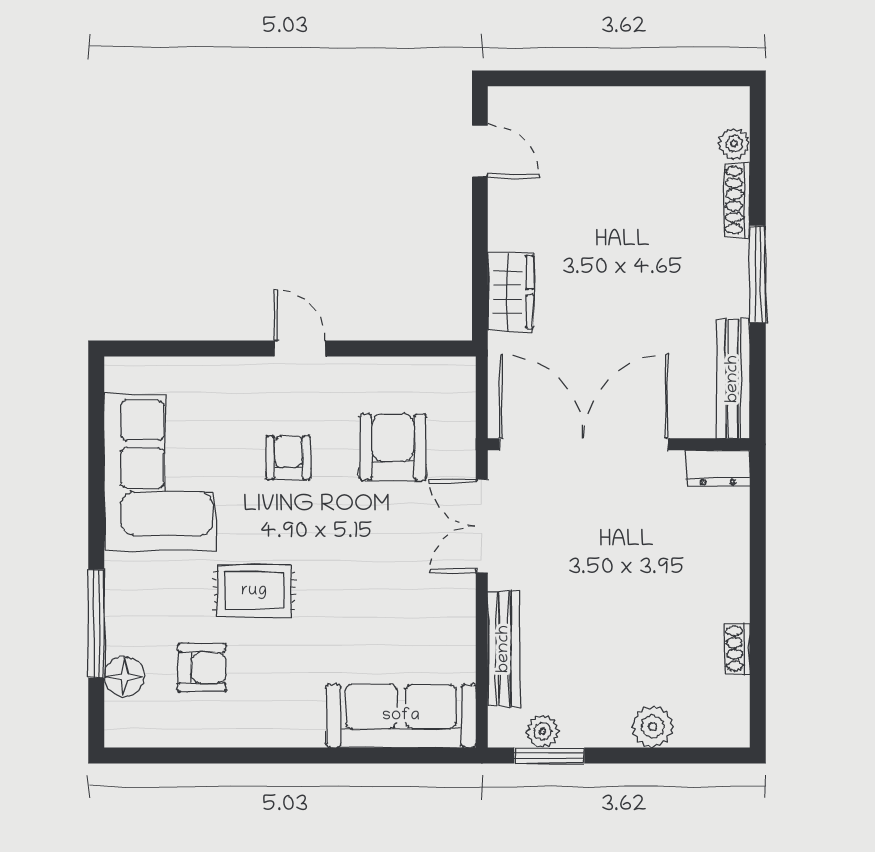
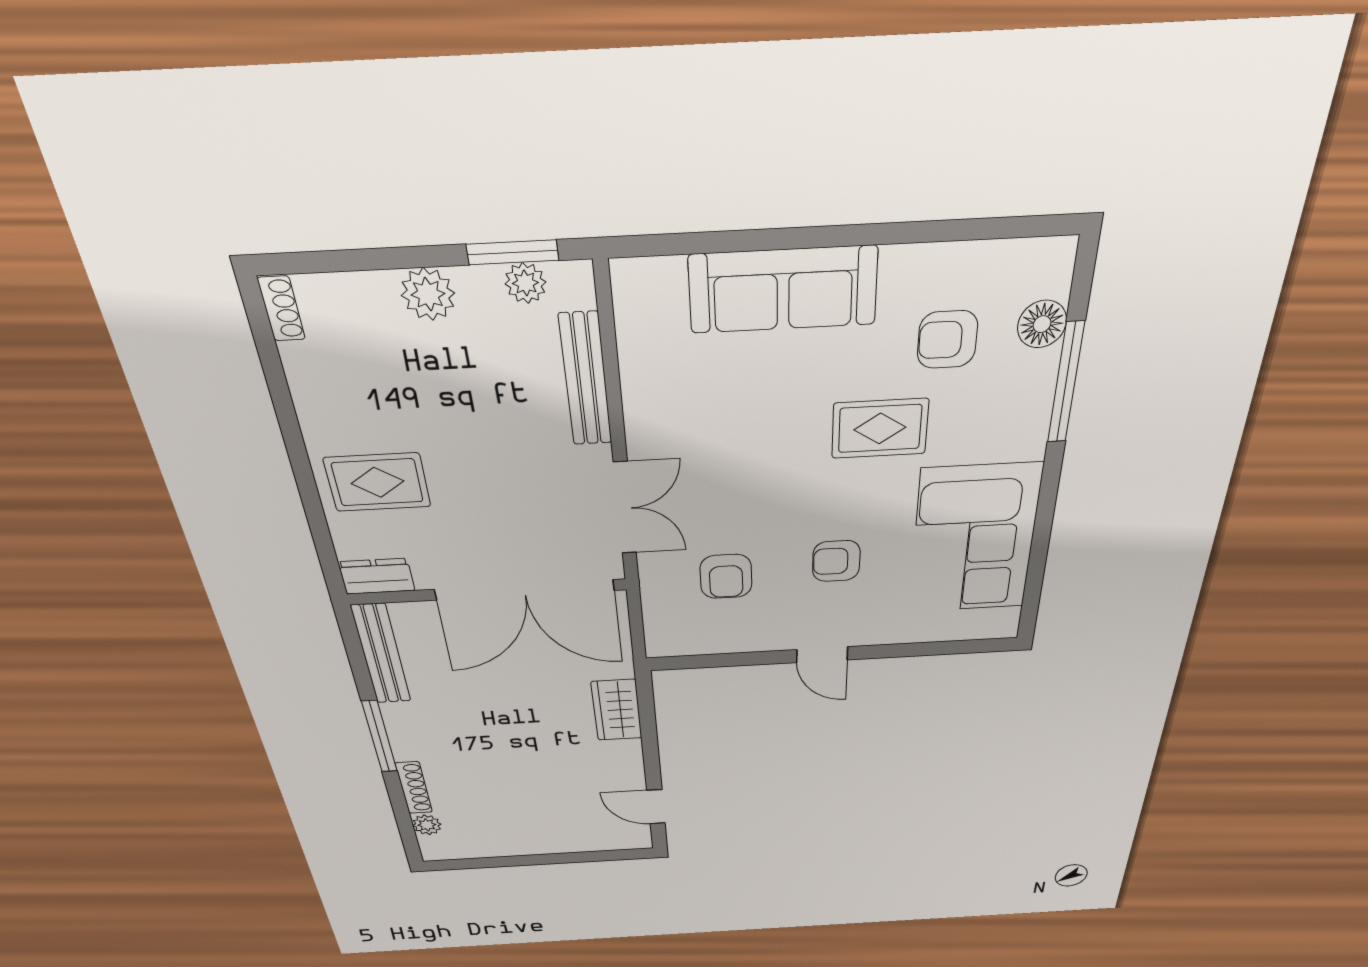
armchair: (393, 447) -> (726, 576), width x0.72, depth x0.72
armchair: (288, 458) -> (836, 561), turned 90
rug: (696, 565) -> (378, 482), added
shoe rack: (738, 649) -> (281, 309), moved
sofa: (401, 716) -> (783, 290), moved
plant: (653, 727) -> (428, 294), moved

